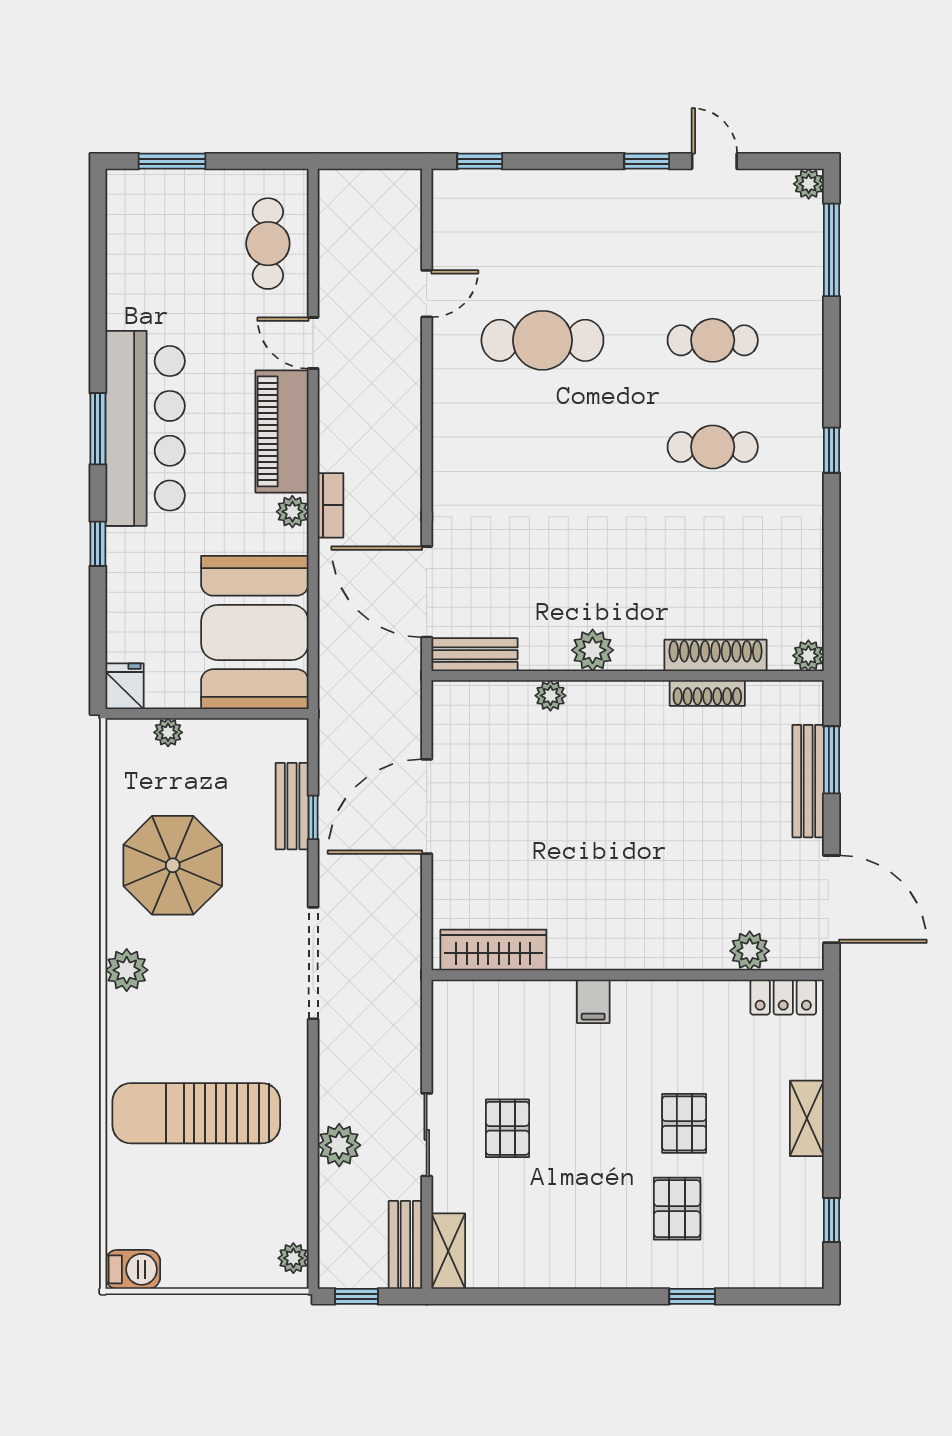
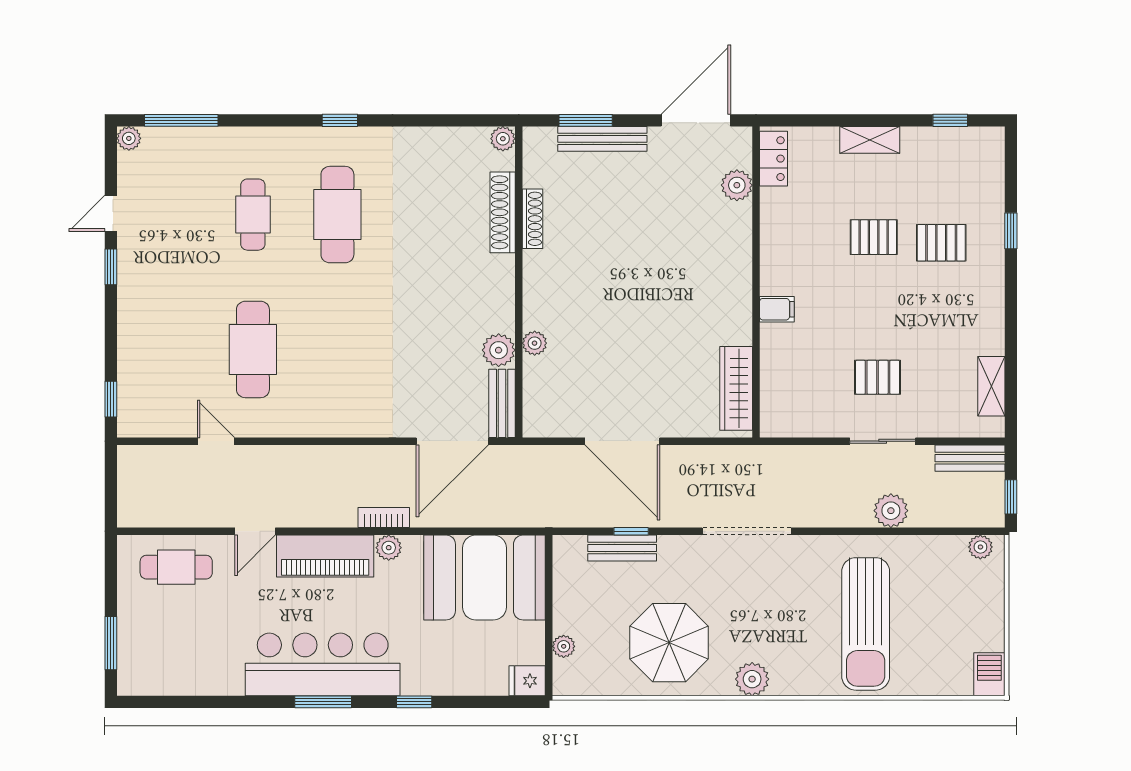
cafe table: (713, 447) -> (337, 215), width x1.37, depth x1.35
plant: (593, 650) -> (499, 350), moved
shelving: (448, 1251) -> (991, 386), moved, turned 90

